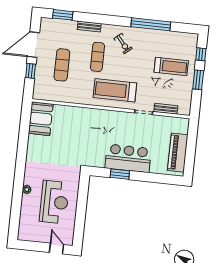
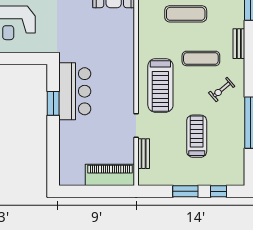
treadmill: (171, 66) -> (197, 136), moved, turned 180
treadmill: (115, 90) -> (160, 85), turned 180
piano: (178, 153) -> (110, 175), moved
bar counter: (128, 158) -> (75, 91), moved

